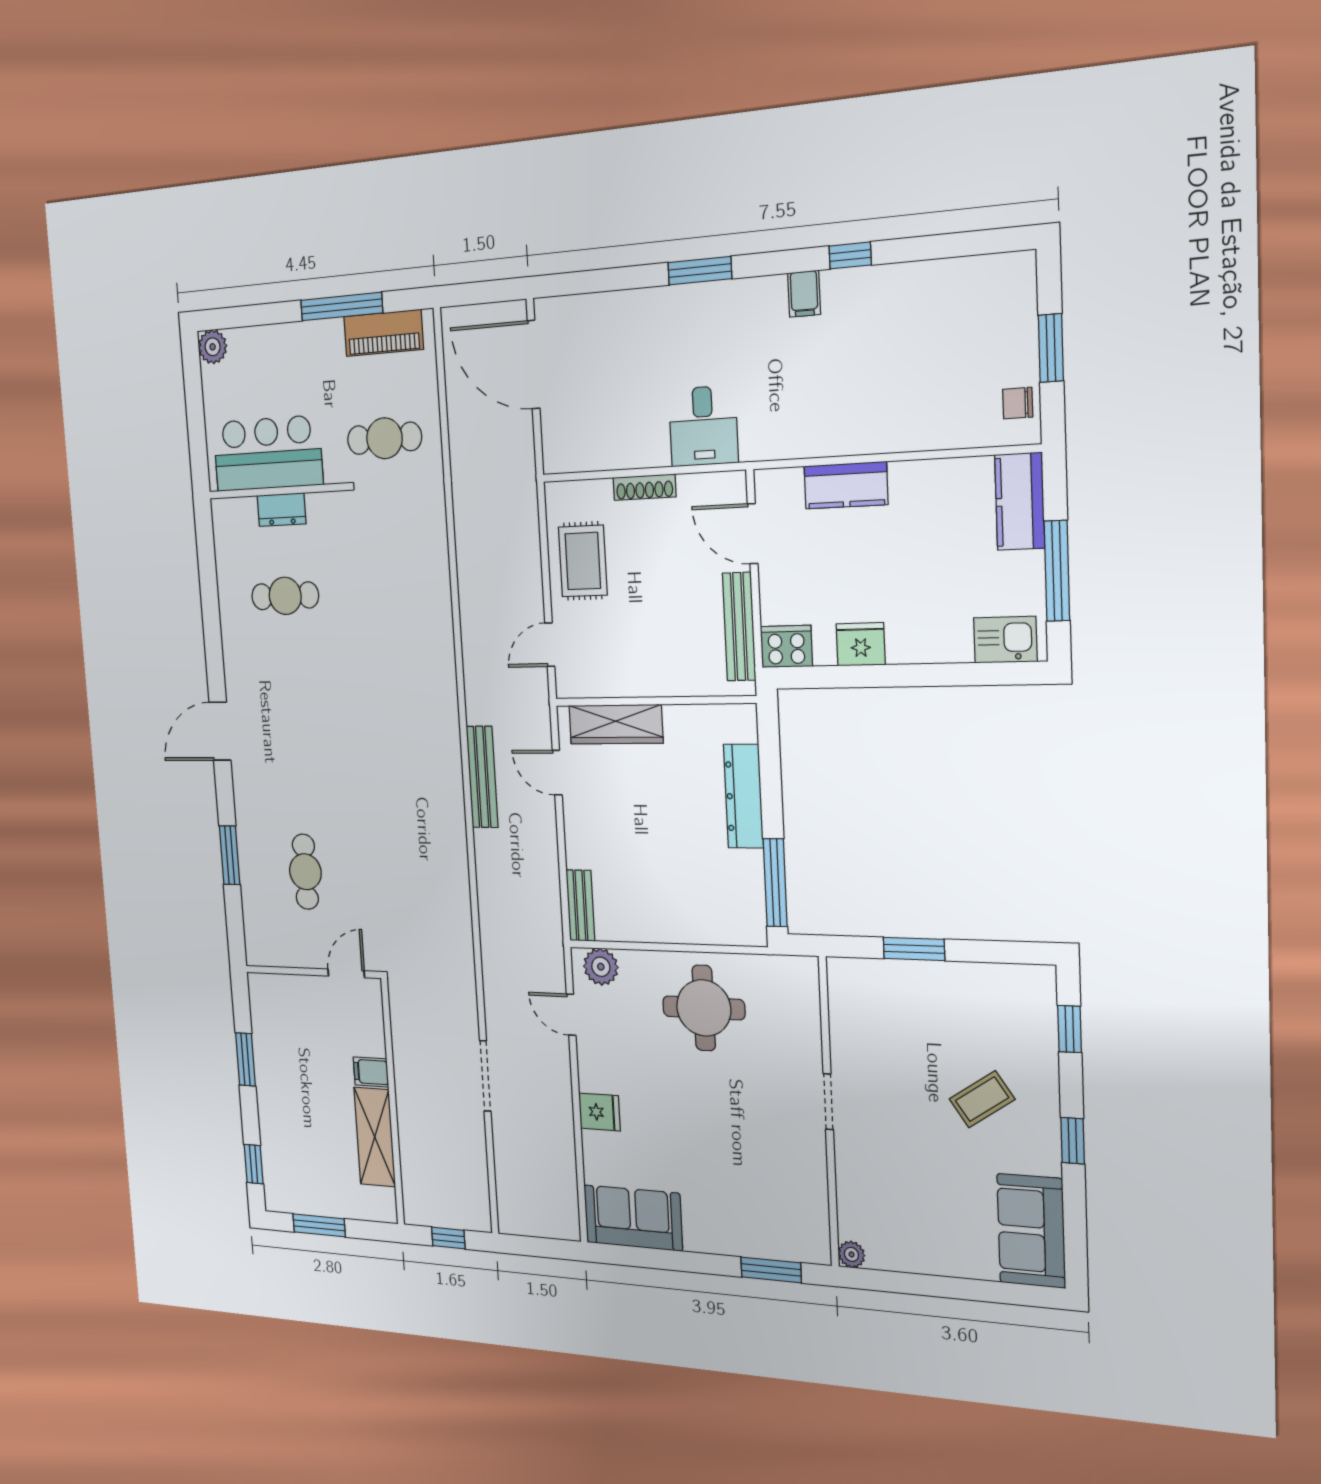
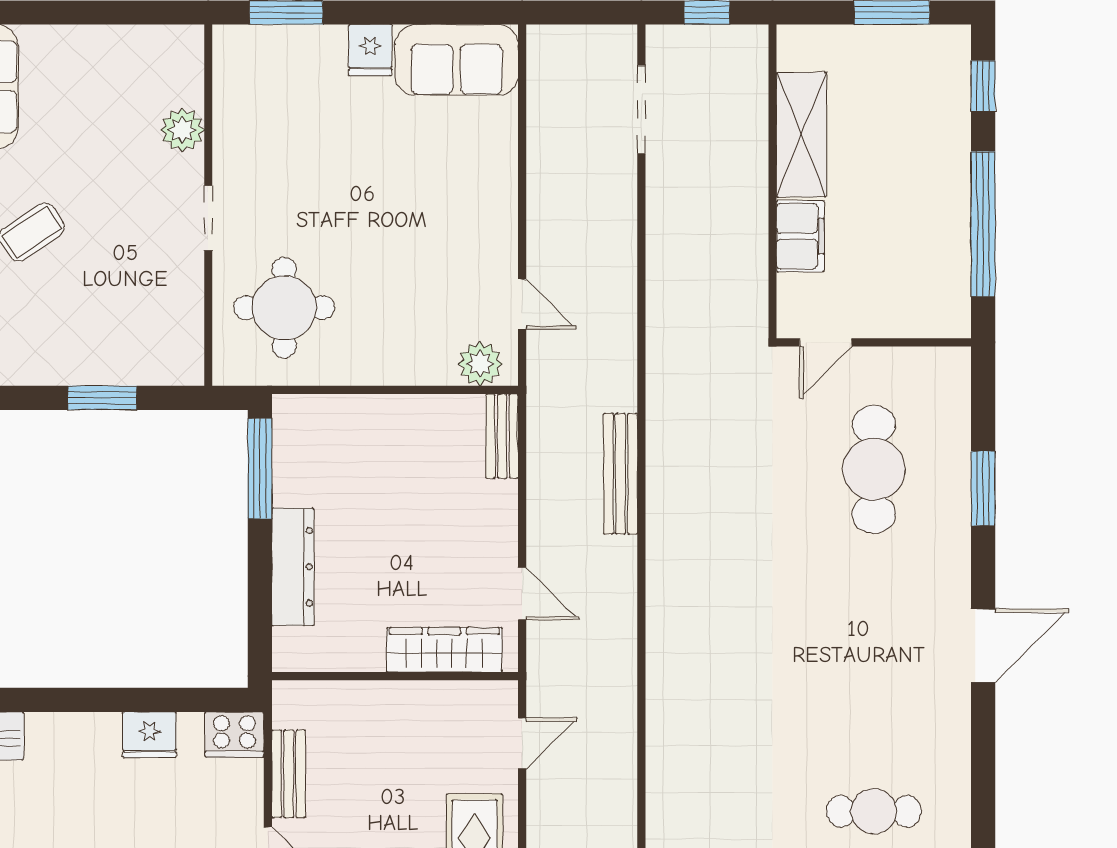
bench: (739, 627) -> (289, 774), width x0.73
bench: (482, 777) -> (620, 474), moved
cafe table: (305, 872) -> (874, 469), width x1.37, depth x1.35
round table: (704, 1008) -> (284, 308), moved
window: (245, 1059) -> (983, 224), width x2.11
filing cabinet: (371, 1072) -> (800, 236), width x2.00
doorway: (485, 1076) -> (641, 109), moved
fridge: (599, 1112) -> (370, 50), moved, turned -90
plant: (851, 1254) -> (182, 130), moved, width x1.38, depth x1.38

